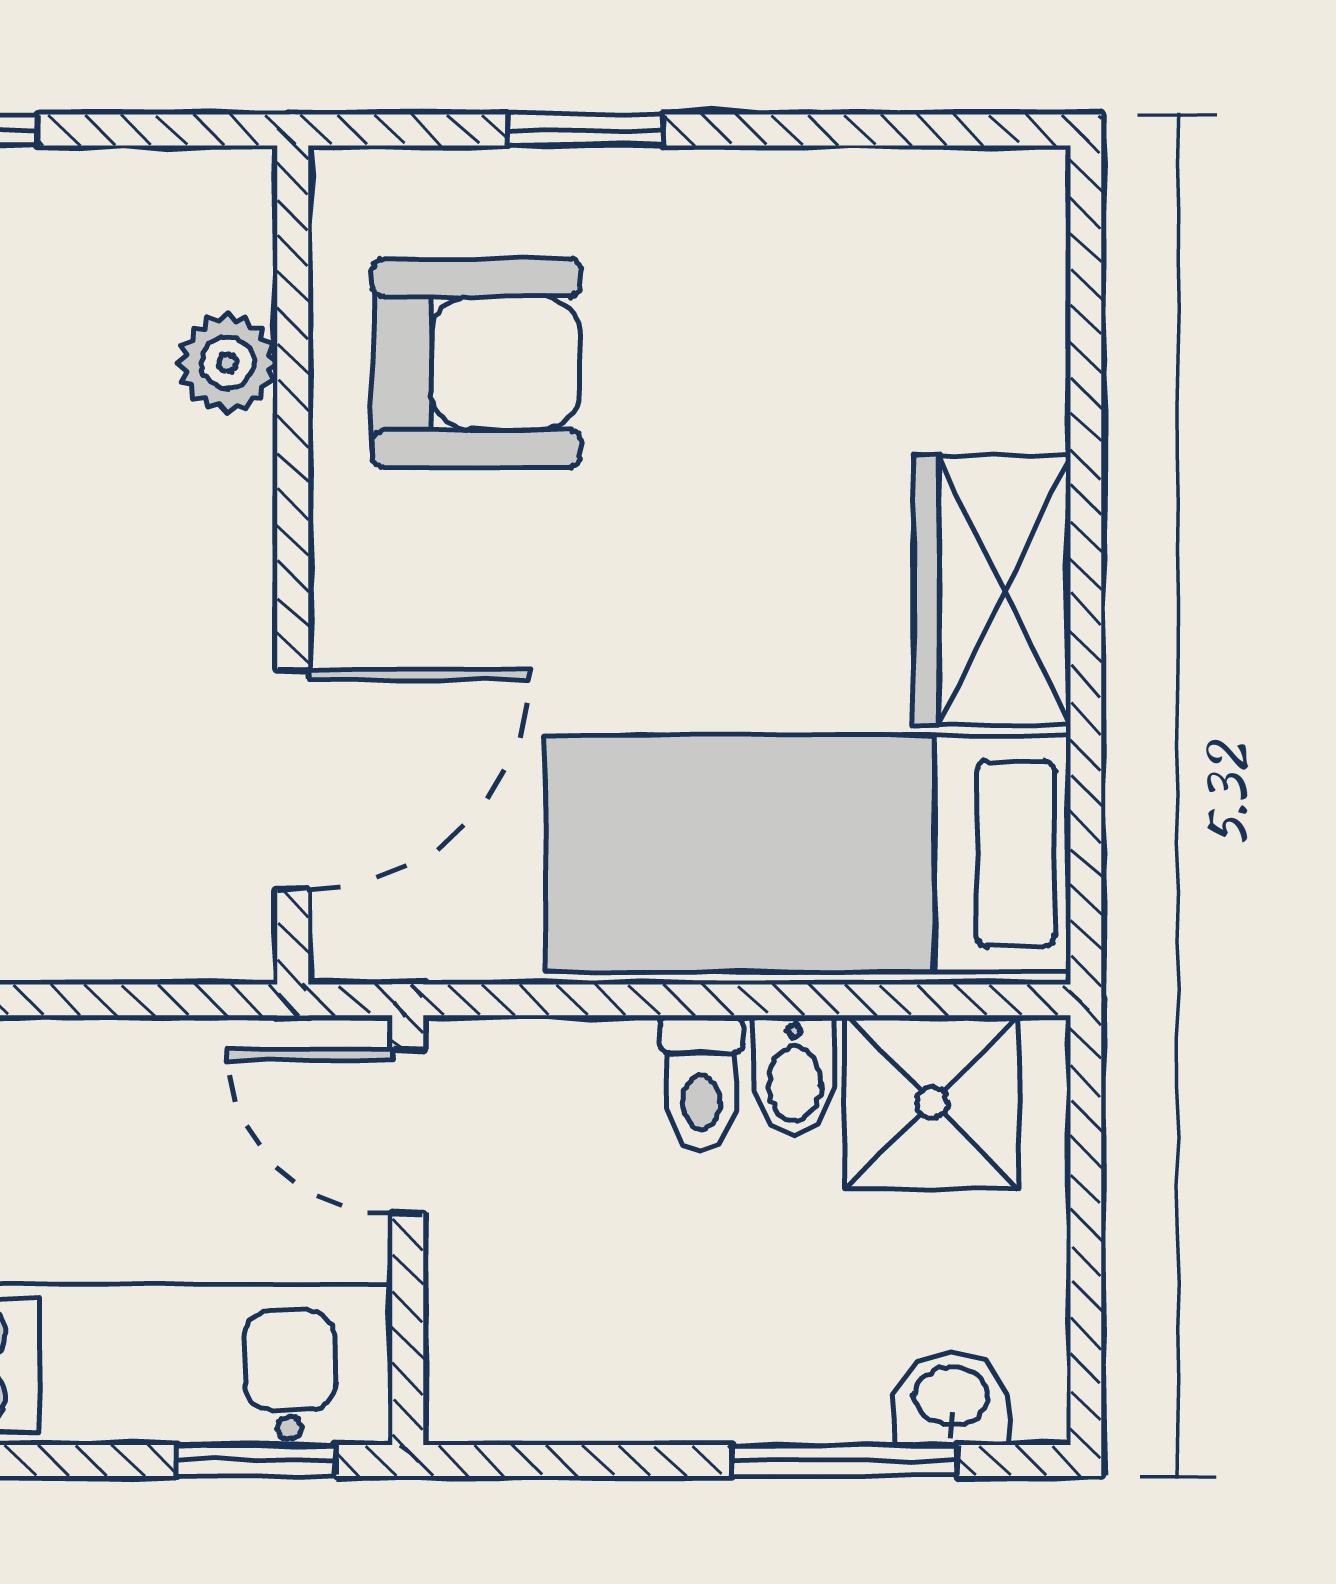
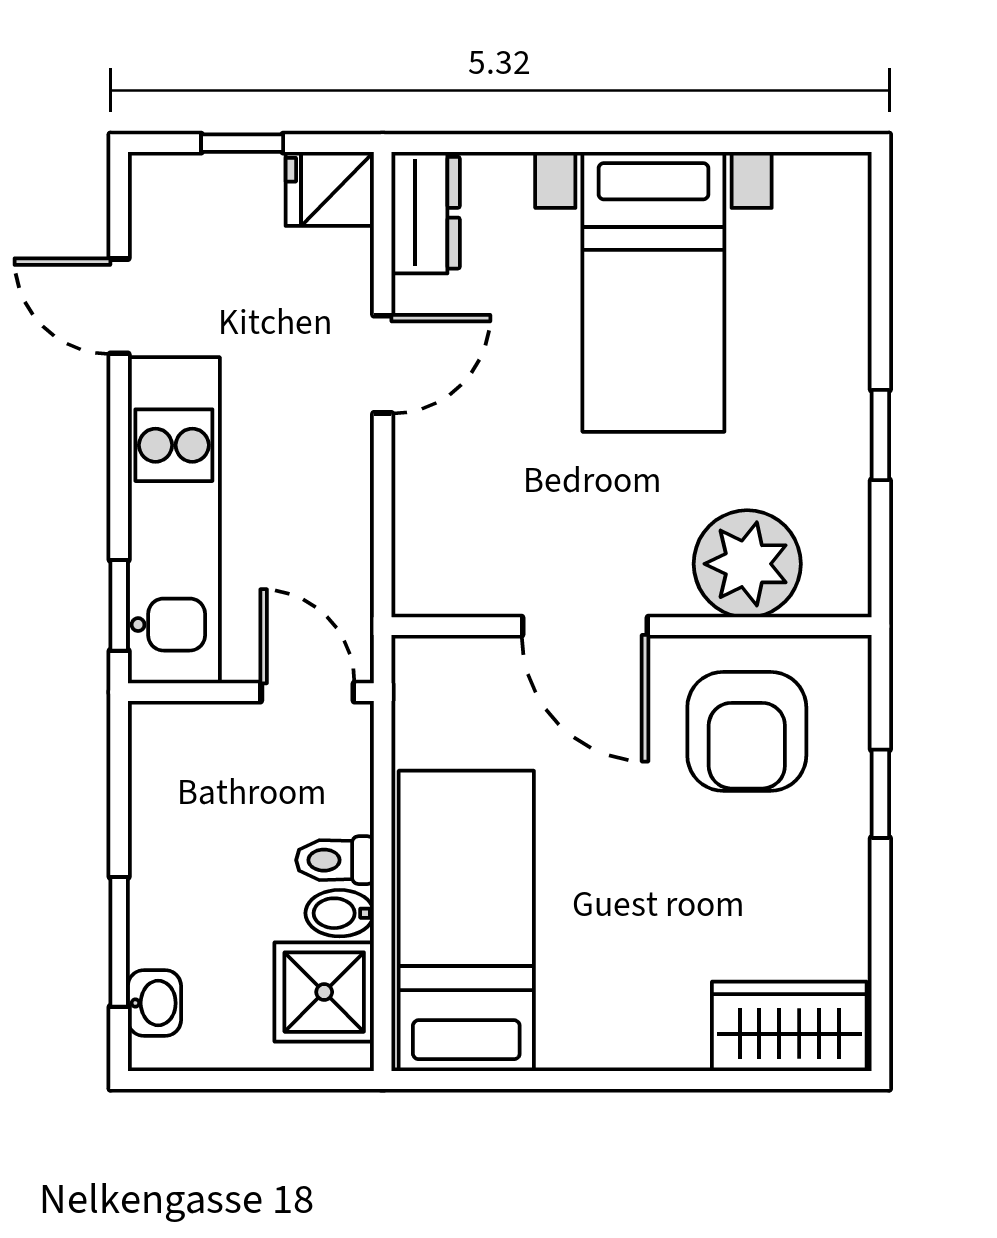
plant: (227, 363) -> (747, 564), width x1.87, depth x1.87
wardrobe: (992, 590) -> (789, 1026), moved
door: (293, 779) -> (585, 626), moved
door: (408, 1131) -> (307, 692), hinge flipped

